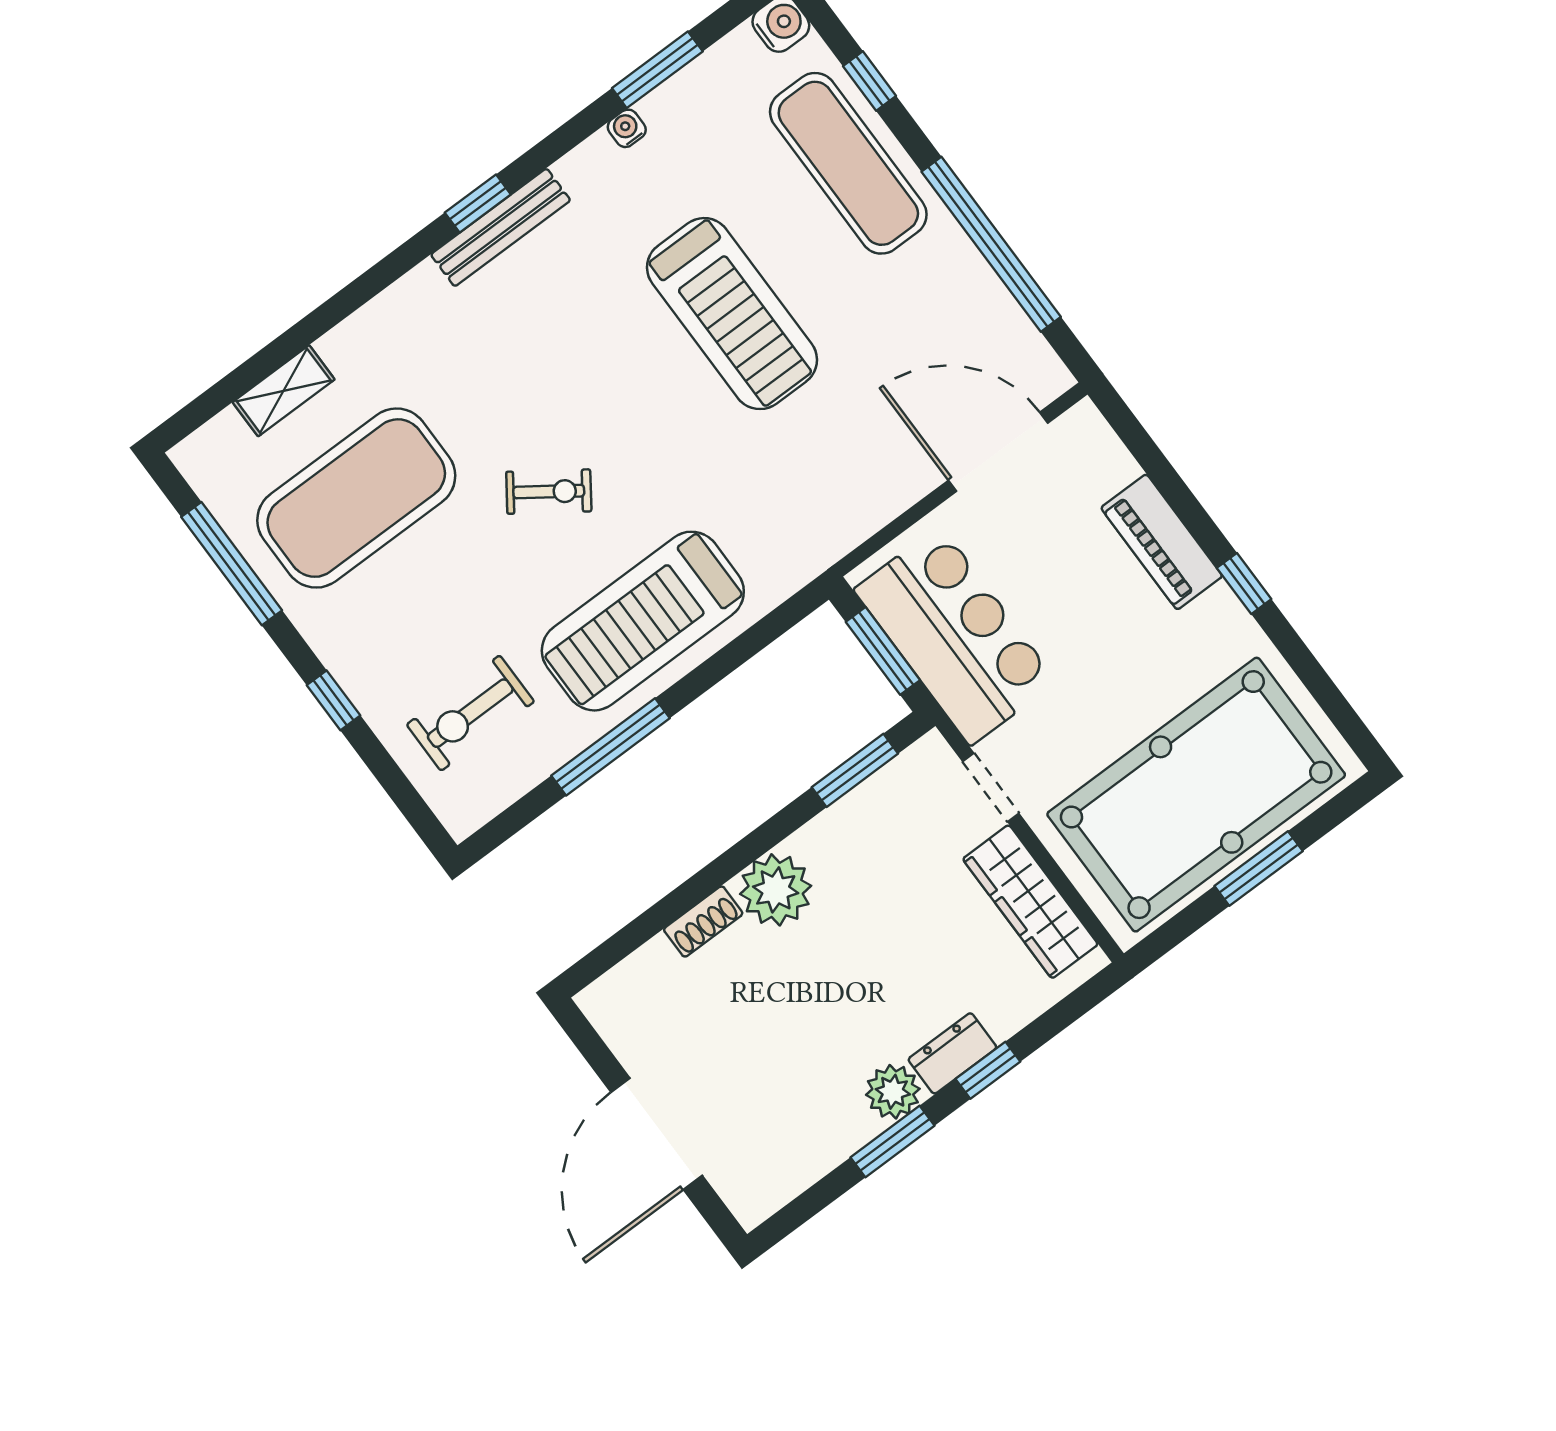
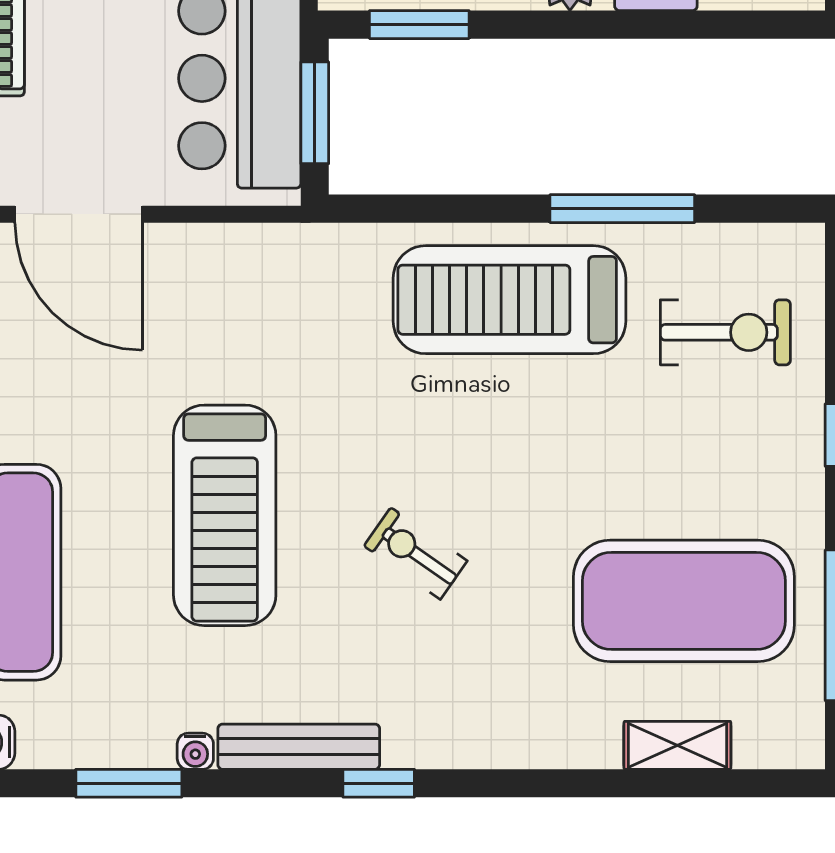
bench: (501, 227) -> (299, 747), moved
treadmill: (732, 314) -> (225, 515), turned 180
exercise bike: (549, 492) -> (416, 553), moved
treadmill: (643, 621) -> (510, 300), turned 180

